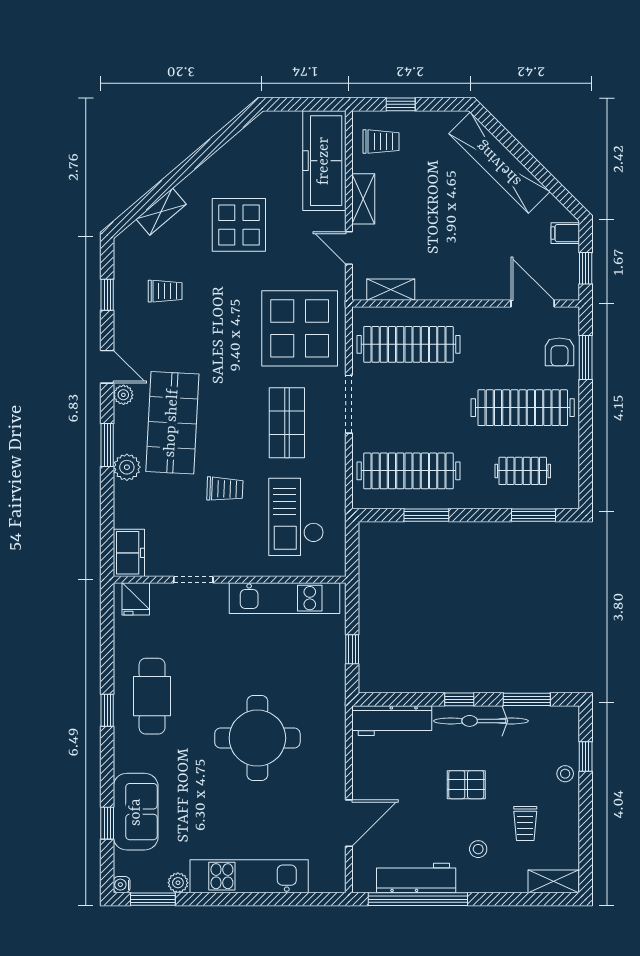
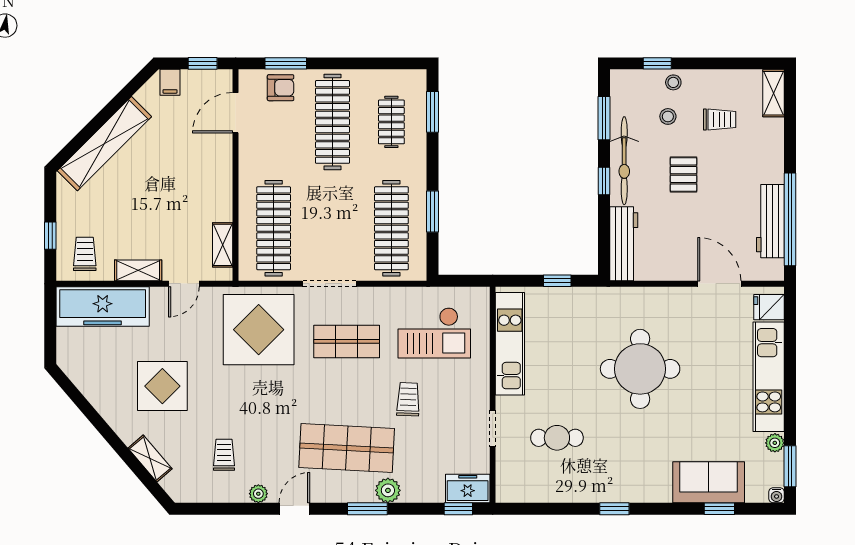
window: (107, 295) -> (458, 509), moved
plant: (123, 395) -> (258, 494), moved
fridge: (136, 599) -> (769, 307), moved, turned 180
cafe table: (152, 696) -> (557, 438), moved, width x0.73, depth x0.74
stool: (478, 849) -> (668, 116), moved

